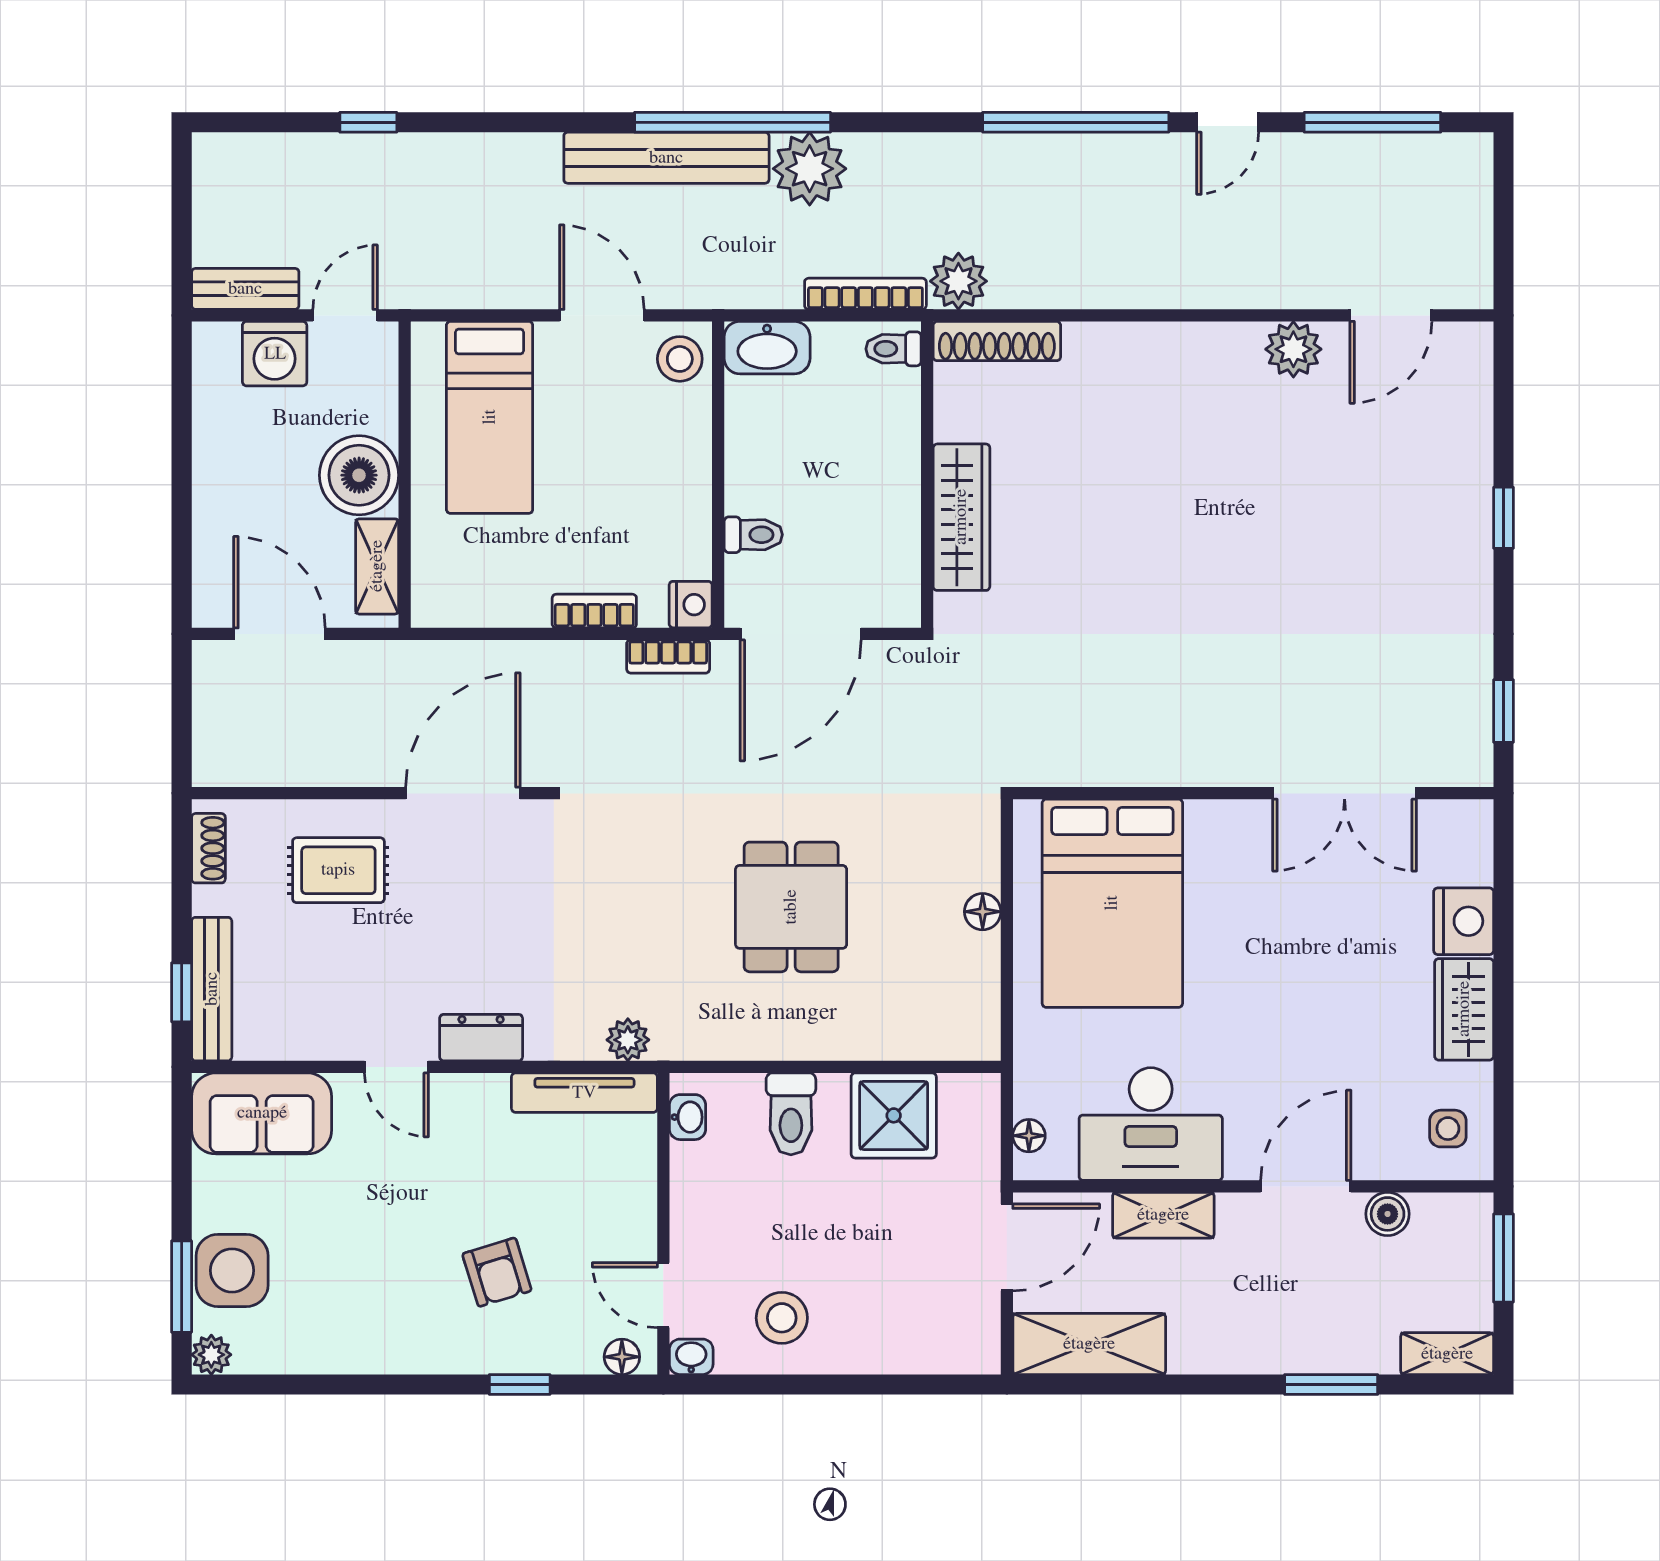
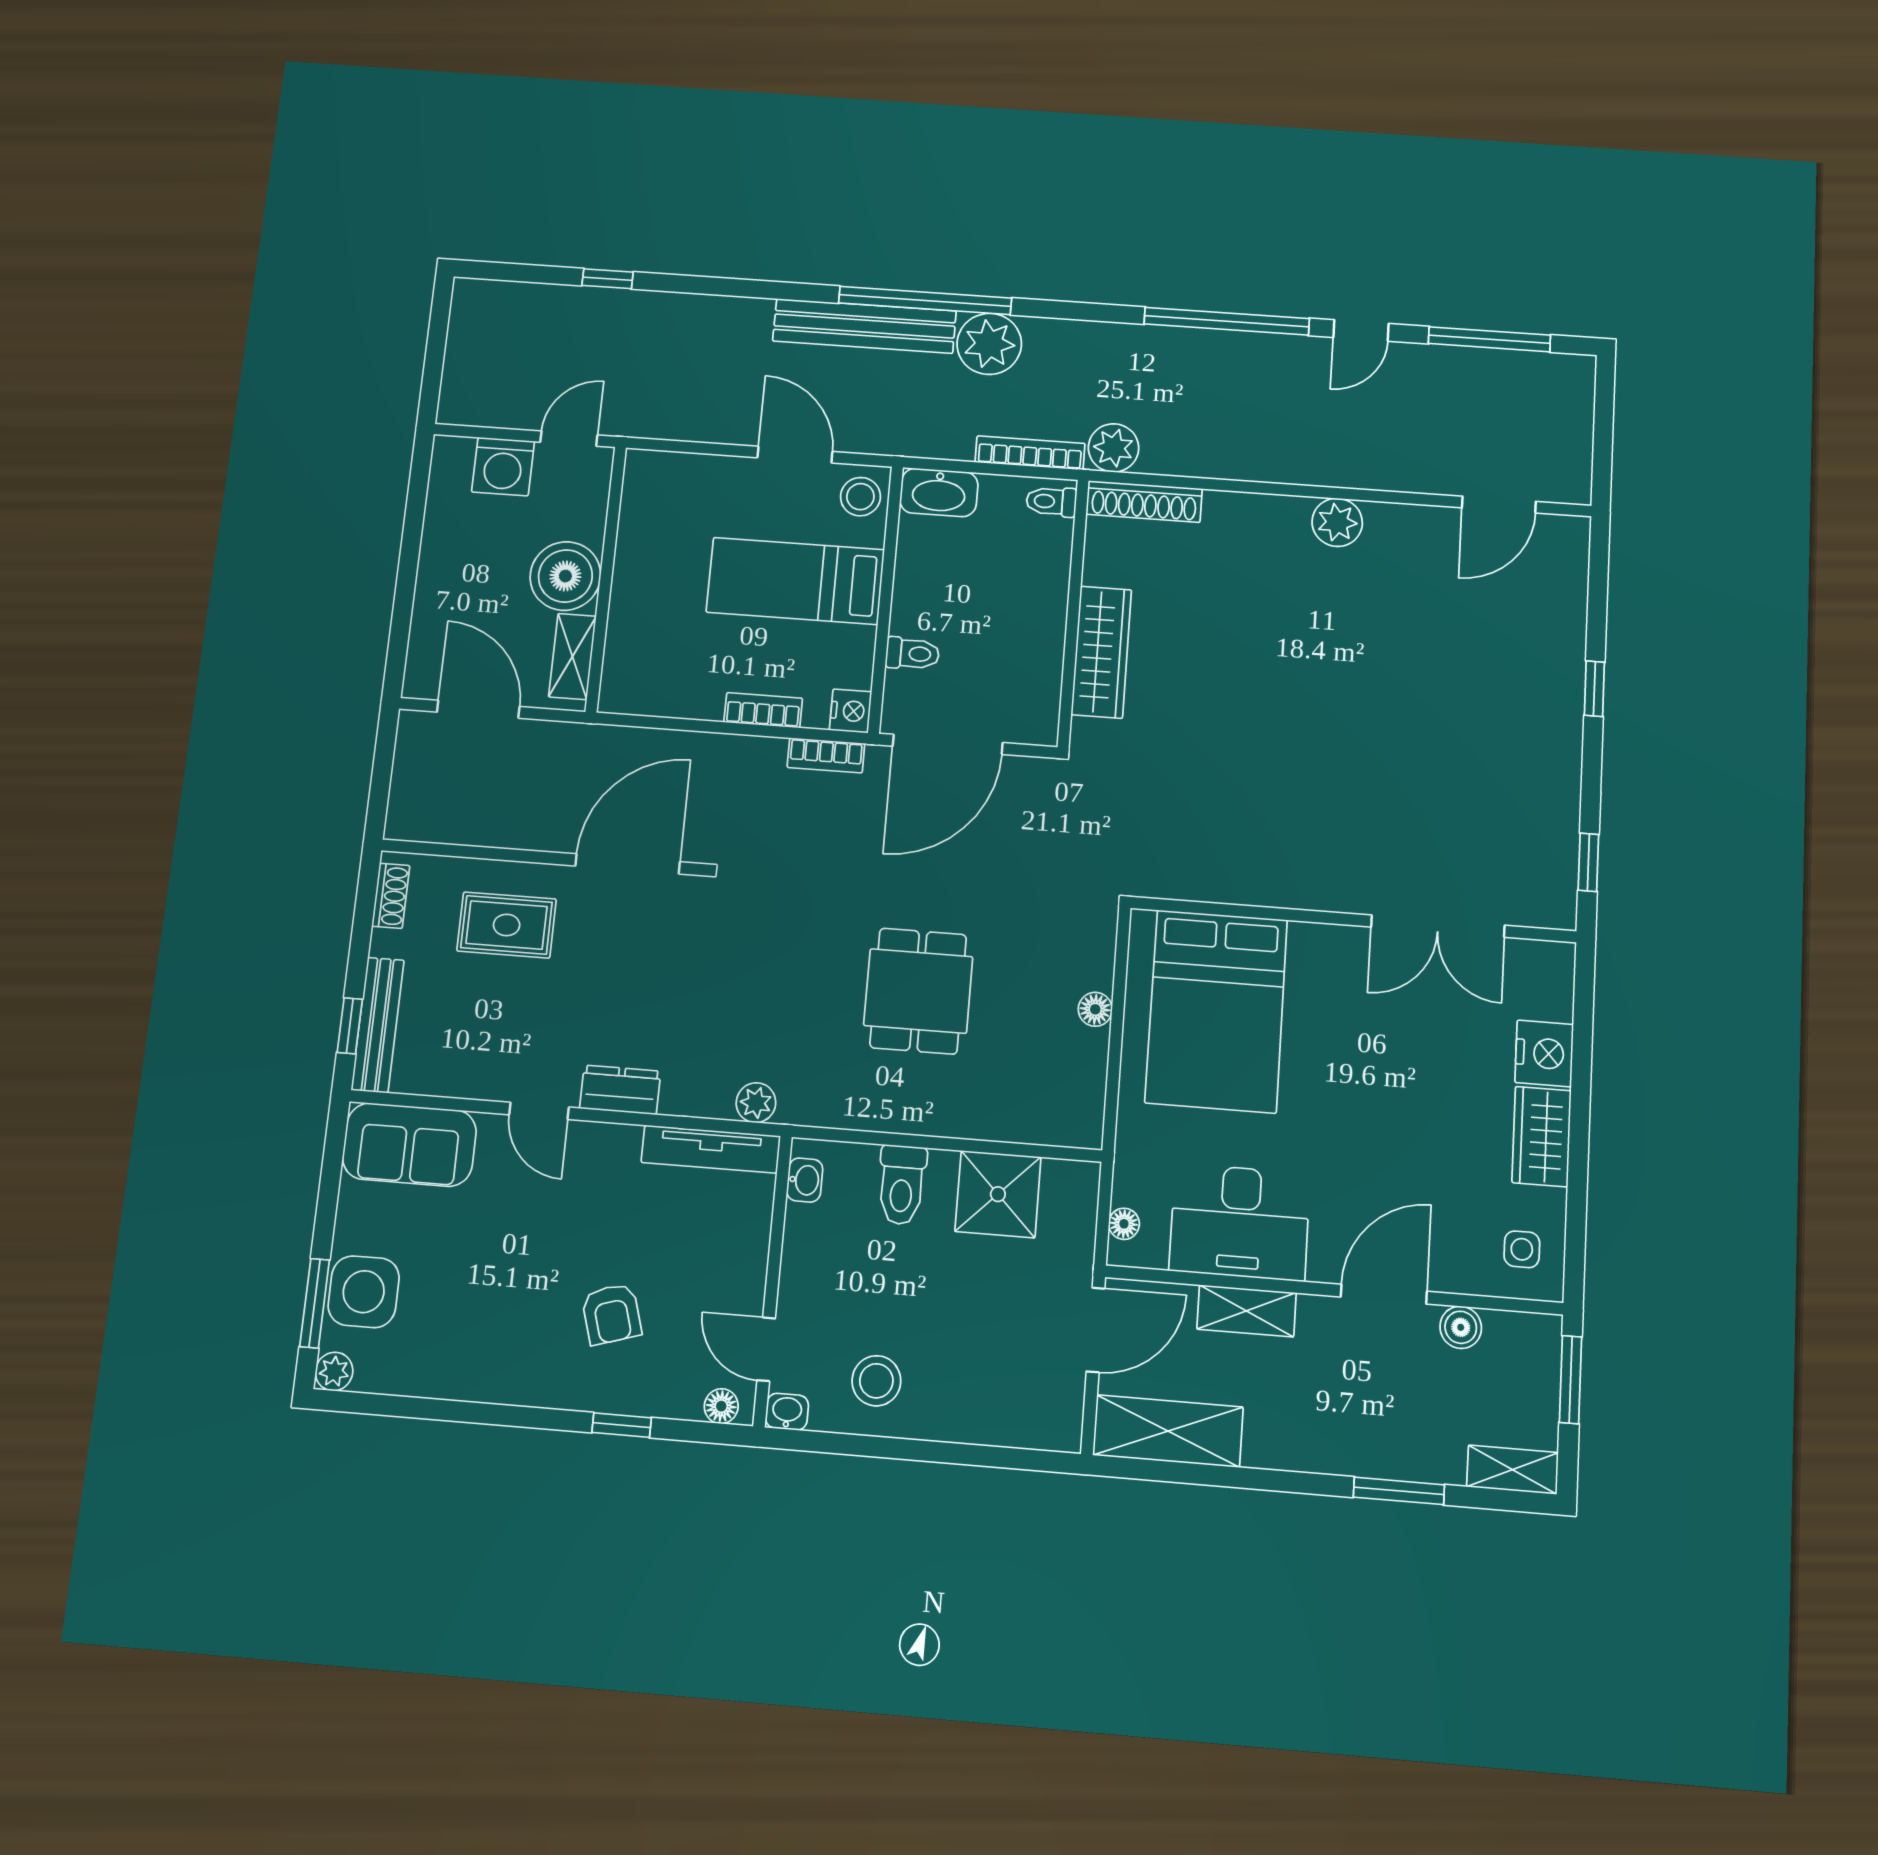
bench: (245, 289) -> (484, 410), removed
plant: (1293, 349) -> (1337, 522), moved
bed: (490, 417) -> (795, 581), moved, turned 90

